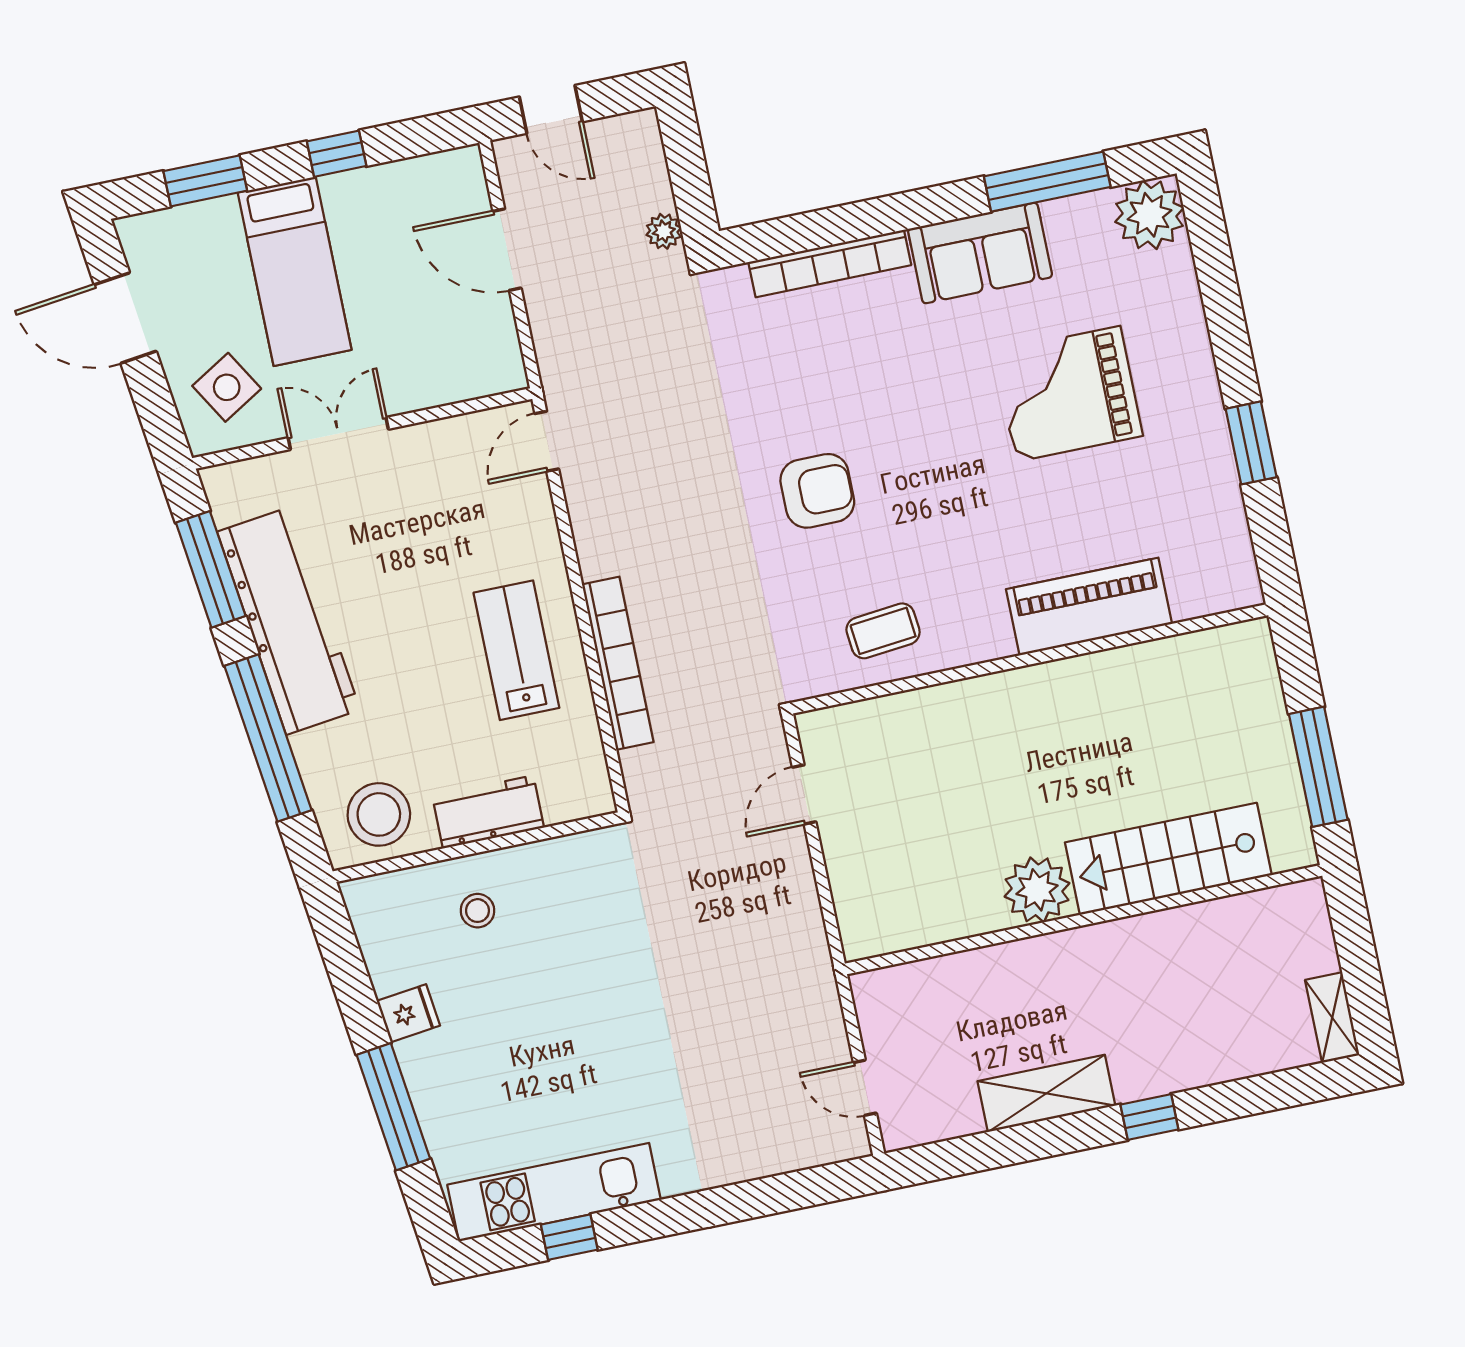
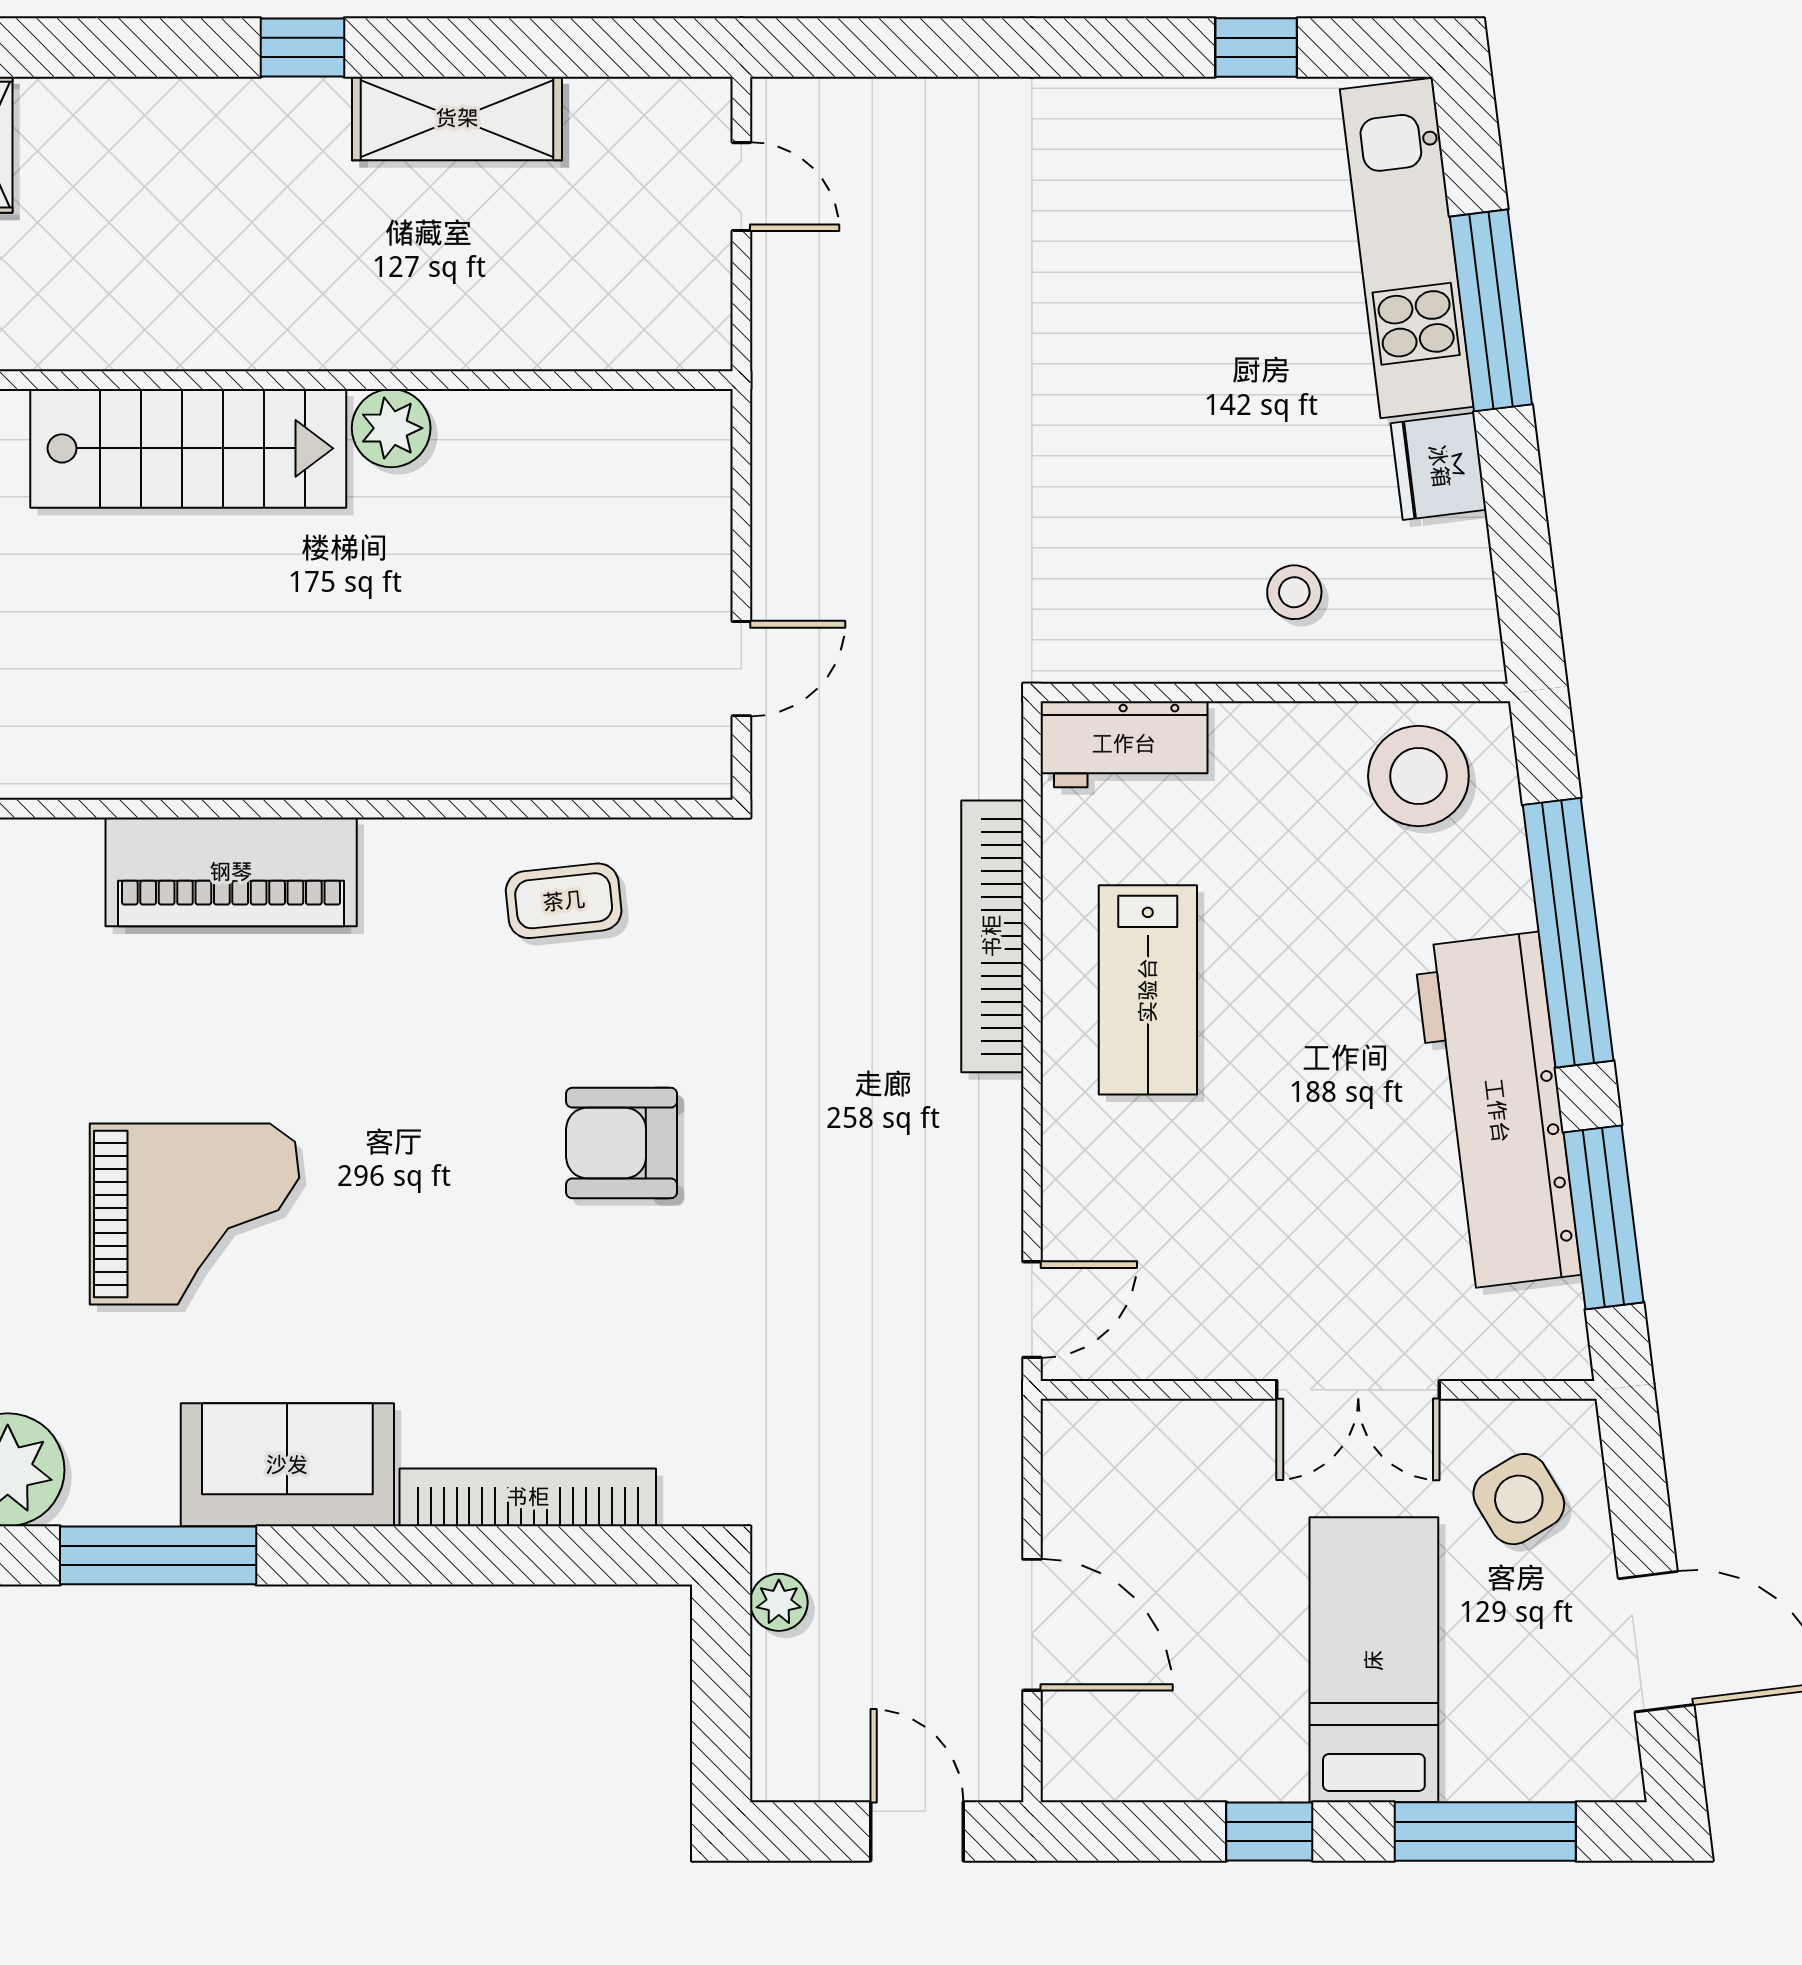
window: (205, 181) -> (1485, 1831), width x1.44
workbench: (488, 812) -> (1124, 744), moved
plant: (1037, 890) -> (391, 428), width x0.73, depth x0.73
fridge: (408, 1013) -> (1439, 466), width x1.38
kitchen unit: (554, 1192) -> (1407, 248), moved, turned 83

